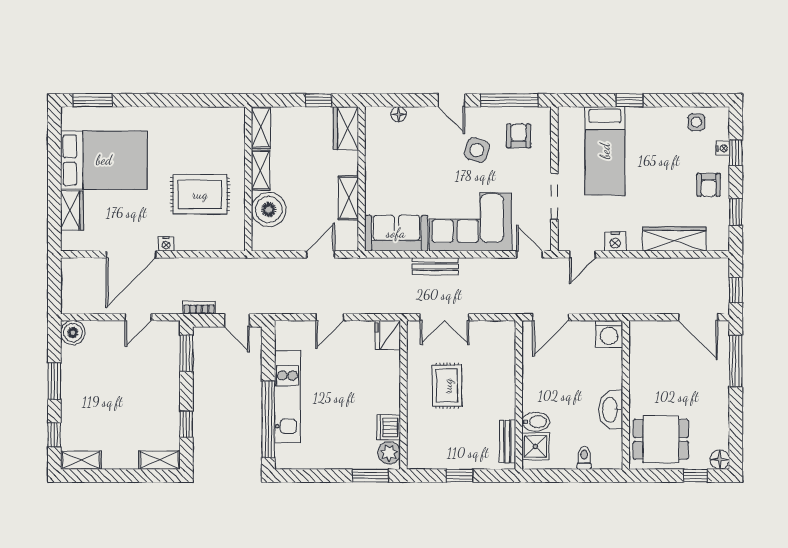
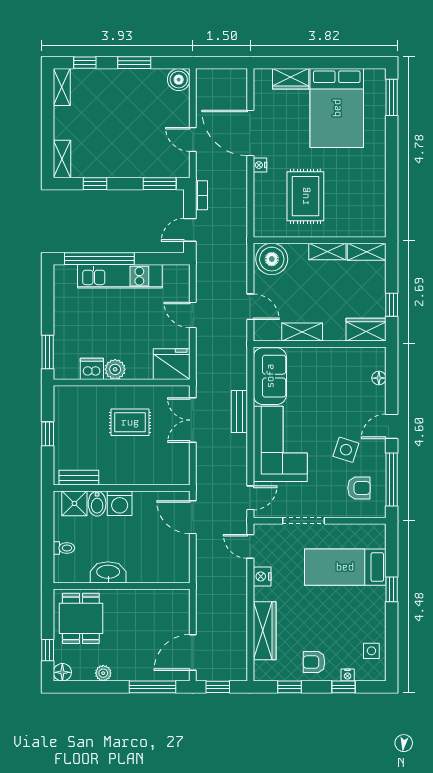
boiler: (269, 210) -> (272, 259), moved
washing machine: (609, 334) -> (120, 503), moved, turned -90
fridge: (388, 335) -> (172, 364), width x1.36, depth x1.34
plant: (721, 415) -> (103, 673), added
plant: (389, 453) -> (115, 369), moved

